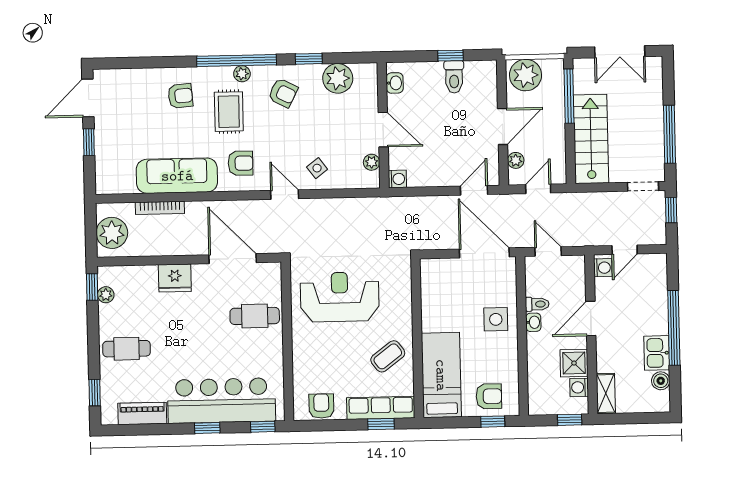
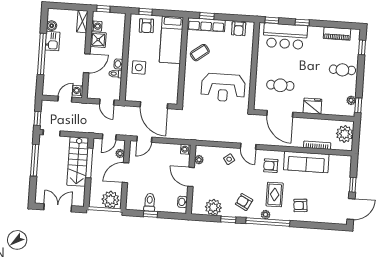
window: (569, 96) -> (89, 163), moved
door: (484, 253) -> (154, 105), moved
cafe table: (255, 316) -> (280, 85), moved
armchair: (489, 396) -> (146, 26), turned -92
bar counter: (221, 401) -> (285, 36), width x0.73

